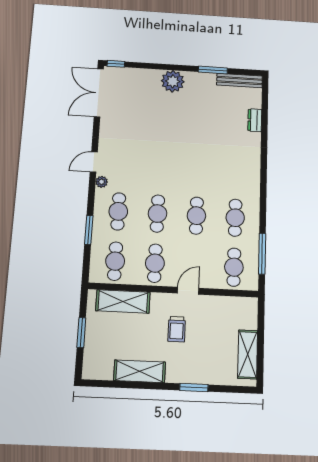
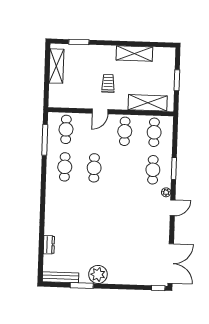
plant: (173, 81) -> (98, 274), moved
cafe table: (157, 214) -> (124, 169), removed
window: (89, 230) -> (174, 168), moved
window: (194, 388) -> (79, 42), moved

